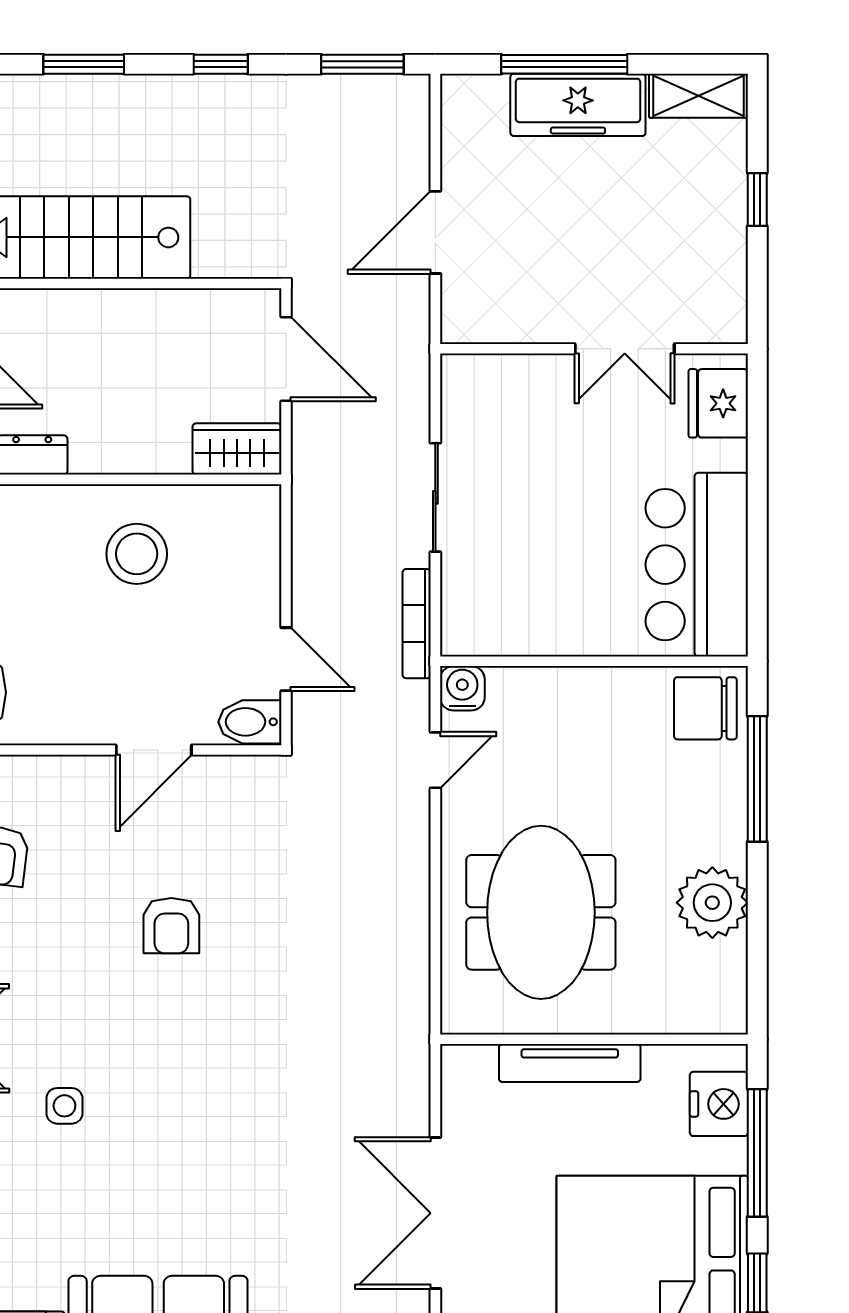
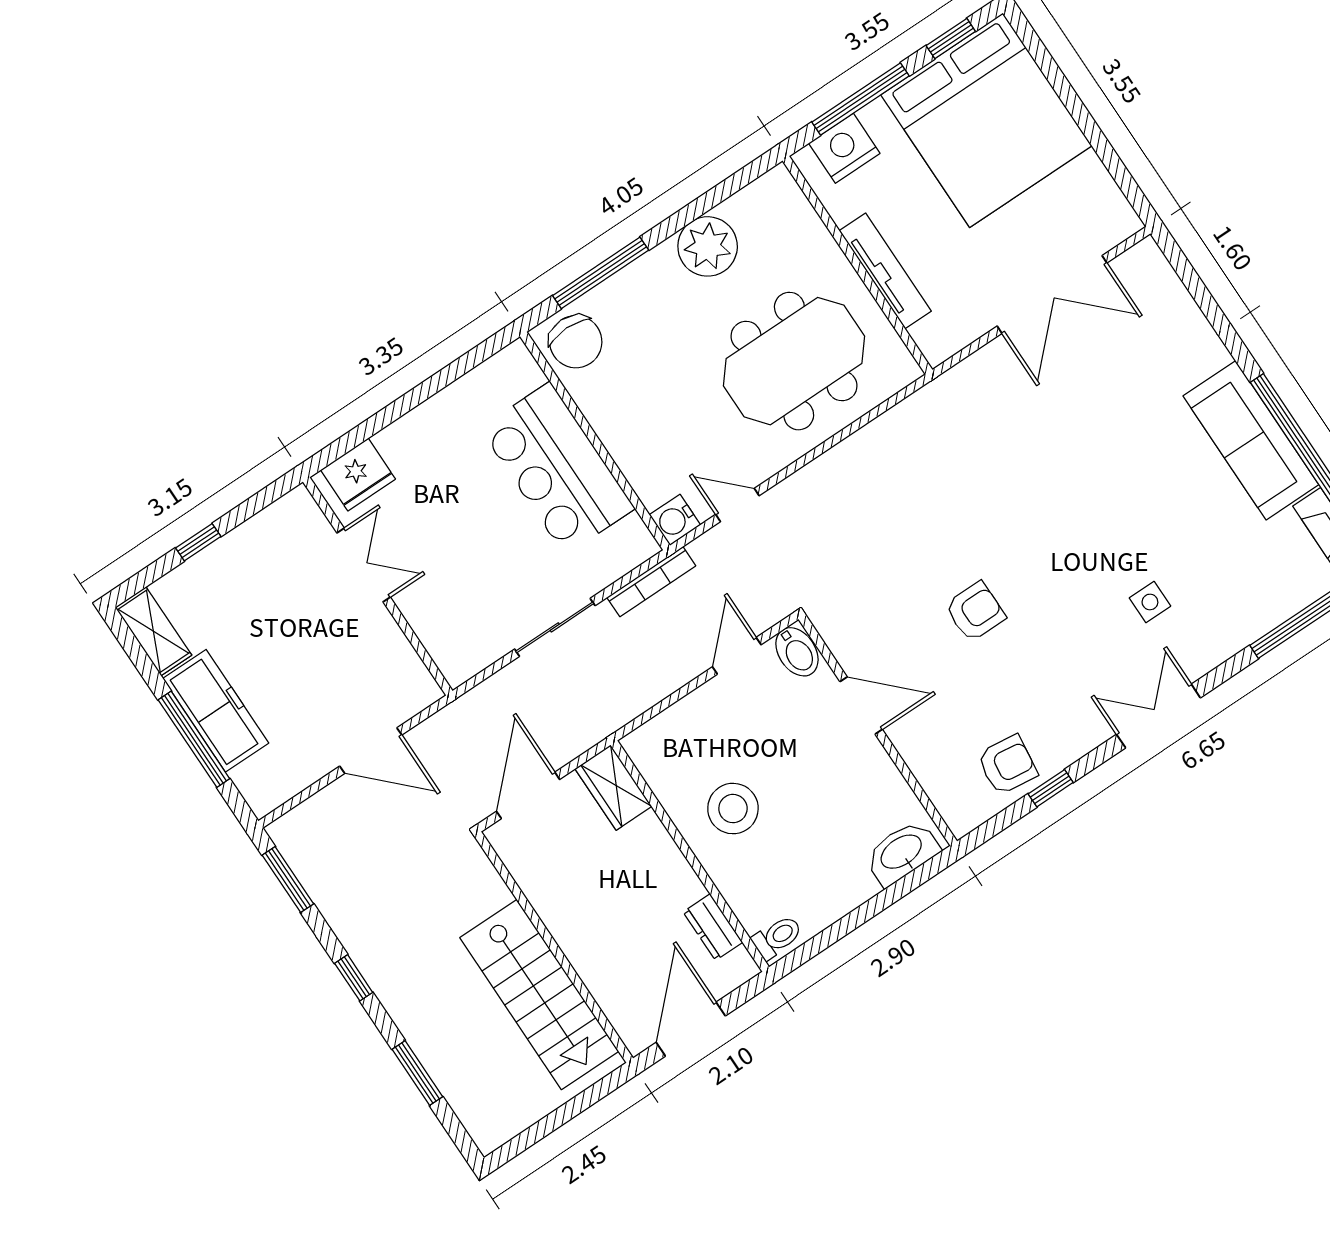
bar counter: (697, 565) -> (557, 468), moved, turned 90

